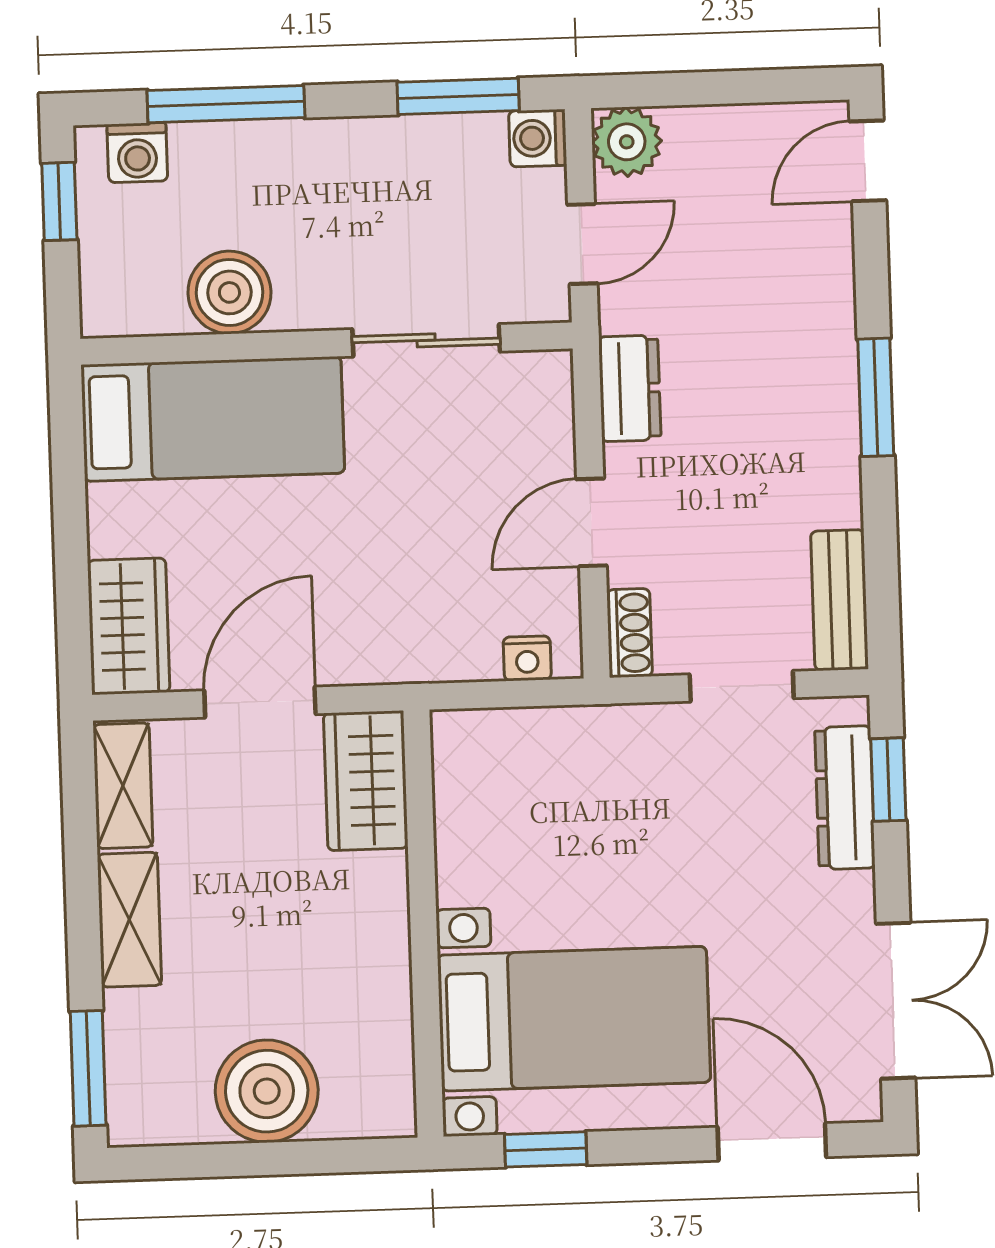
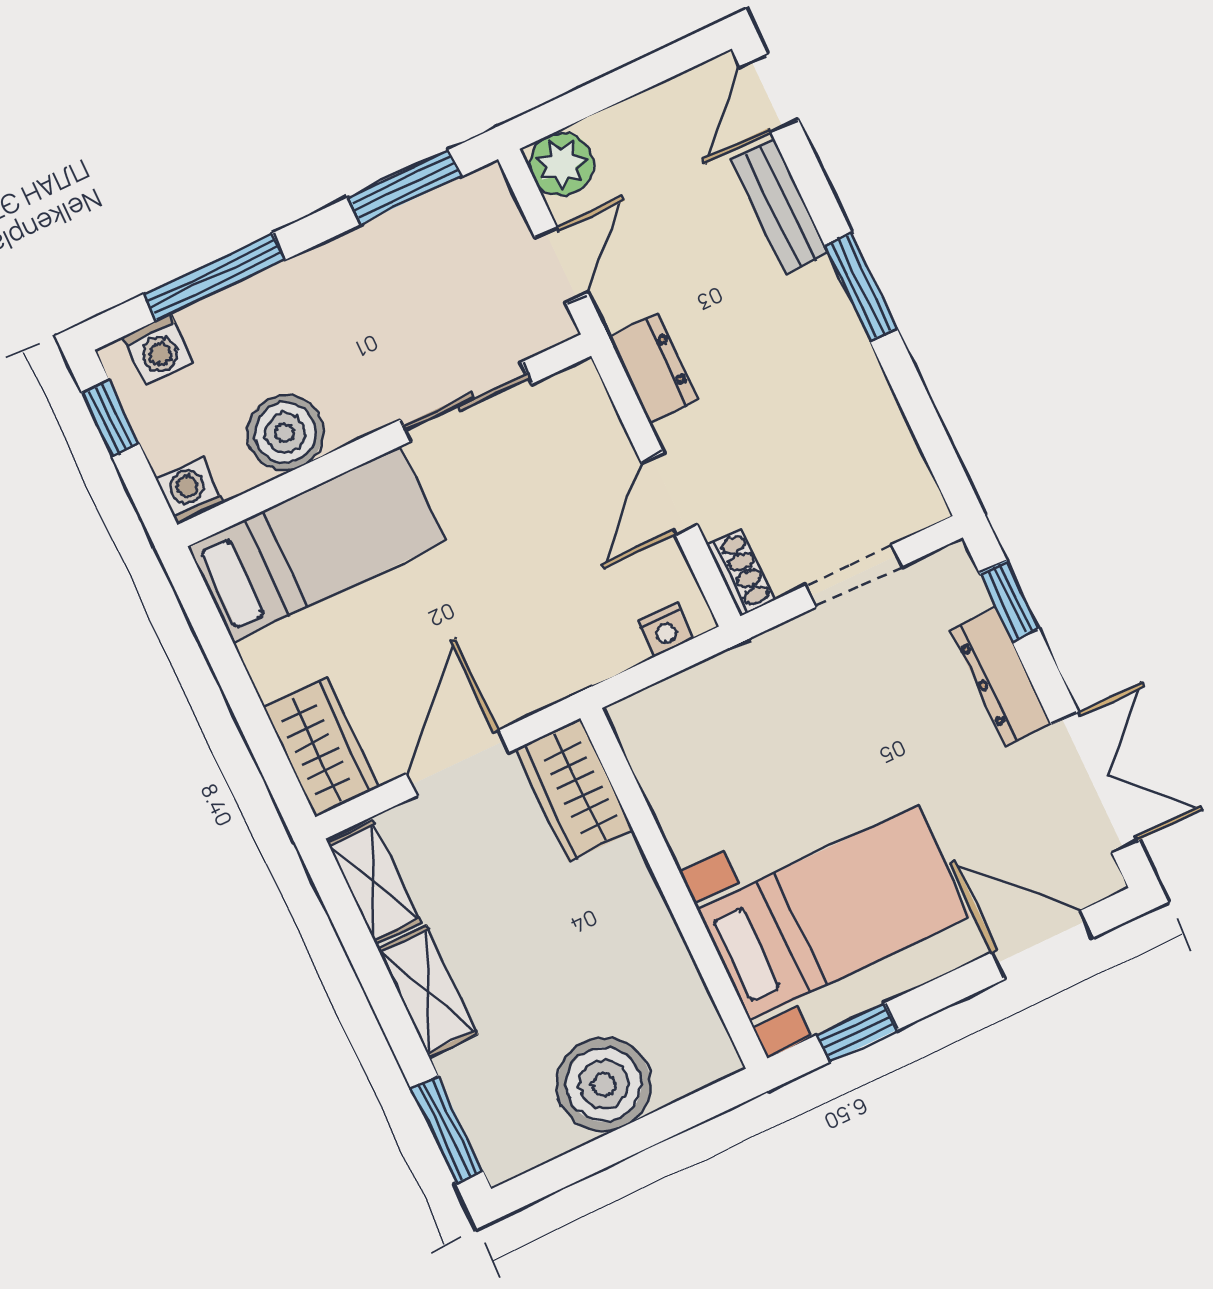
washing machine: (538, 138) -> (190, 491), moved, turned 90
bench: (840, 600) -> (780, 206), moved
dresser: (845, 798) -> (1001, 677), moved

